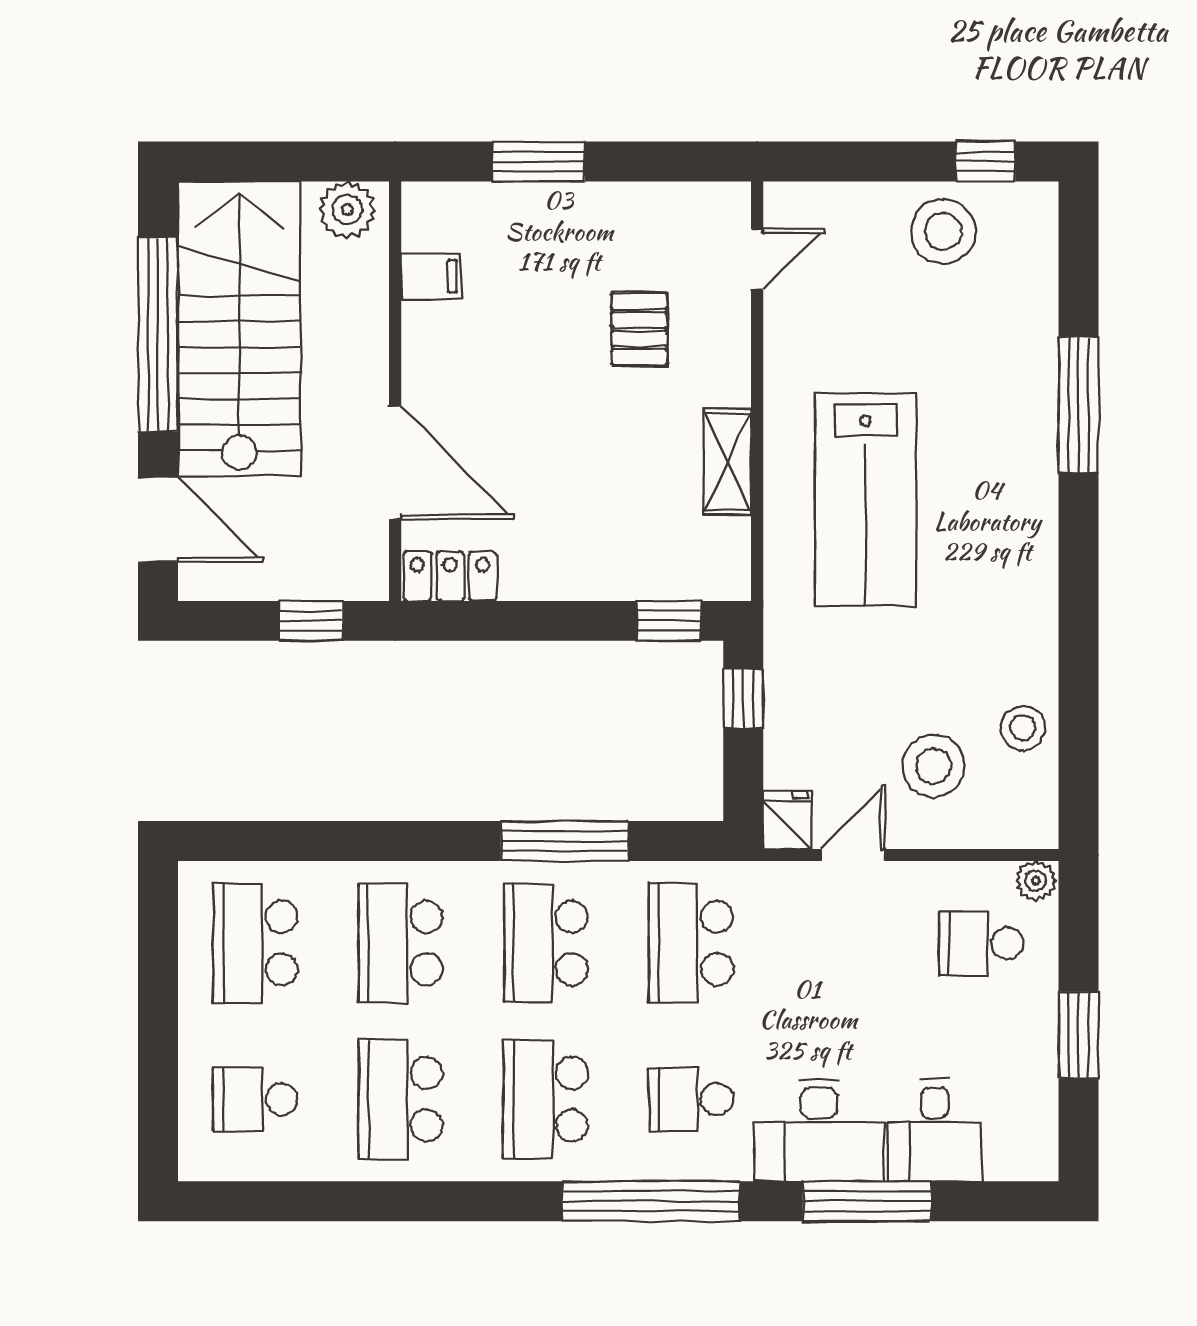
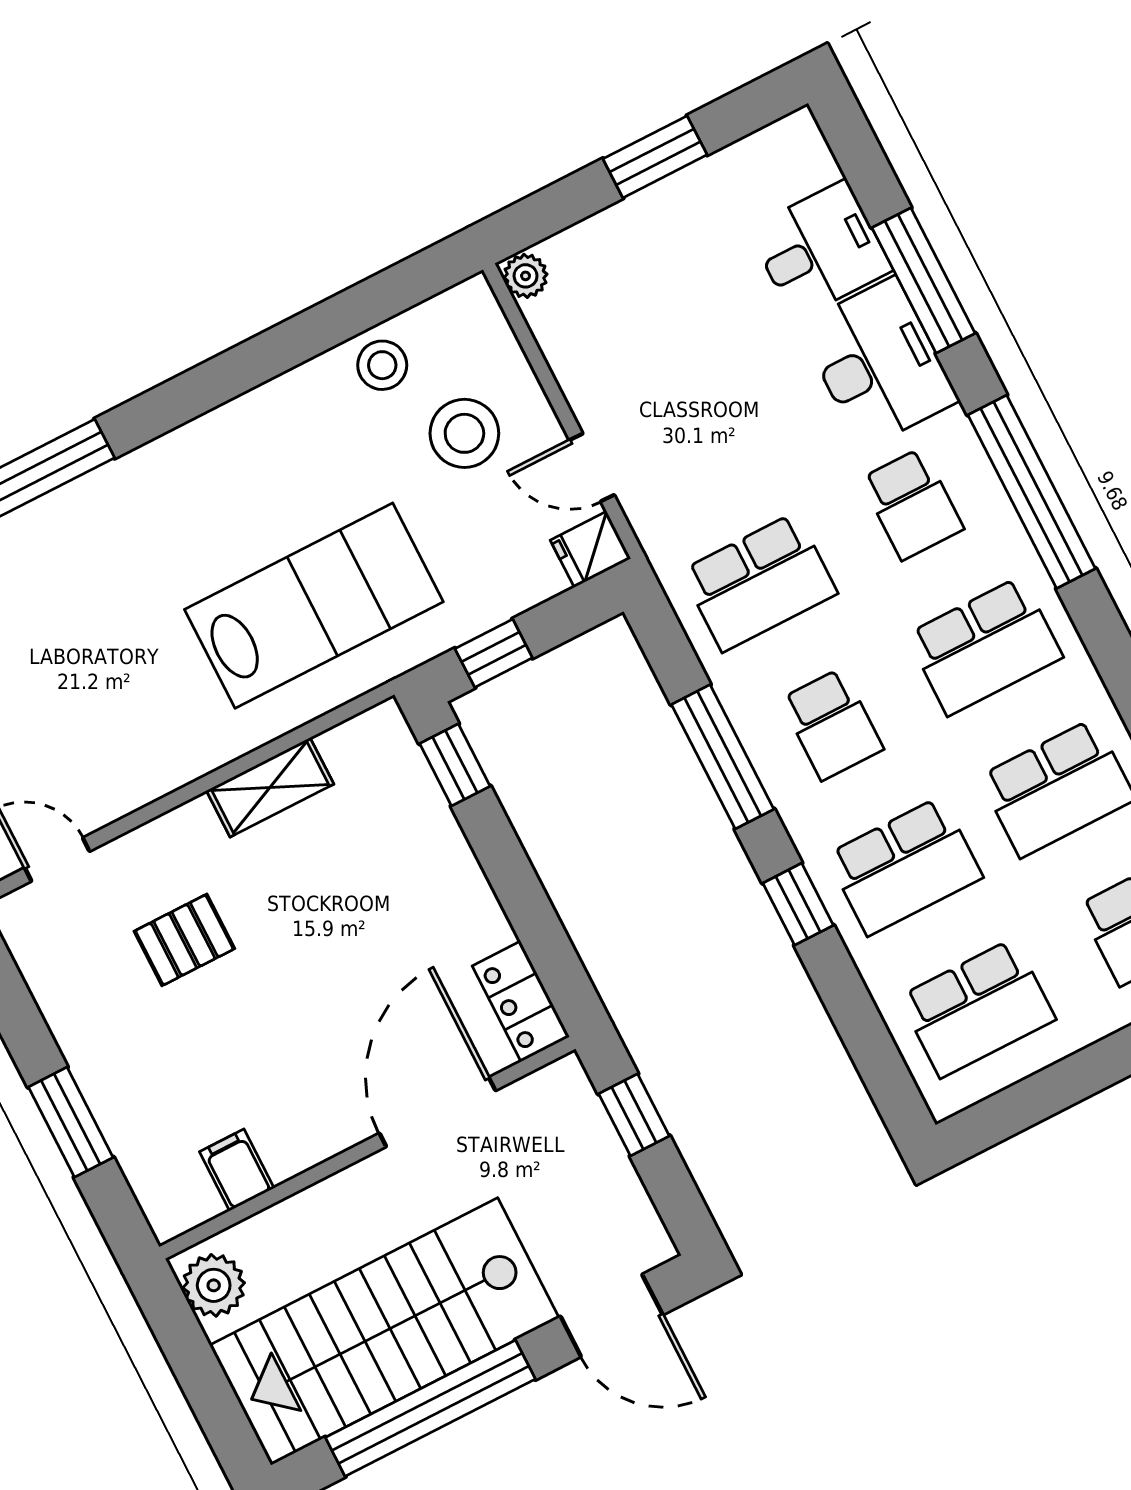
lab bench: (865, 500) -> (314, 606), moved
door: (158, 519) -> (612, 1316), swing flipped
window: (414, 841) -> (798, 904), added
school desk: (546, 943) -> (832, 724), width x0.54
school desk: (981, 943) -> (614, 298), removed

